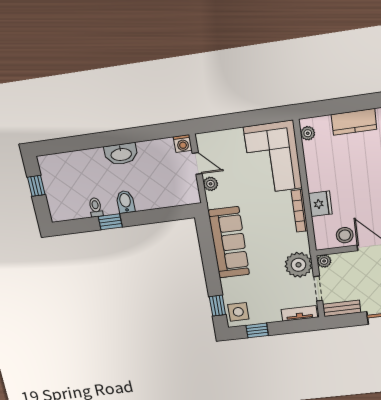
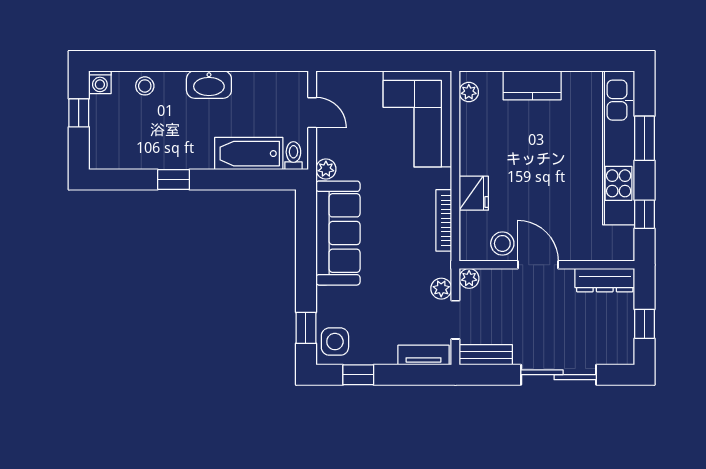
washing machine: (183, 144) -> (100, 82), moved
stool: (77, 161) -> (145, 86), added
plant: (211, 184) -> (326, 169), moved
bathtub: (158, 198) -> (249, 154), added
bidet: (125, 202) -> (201, 153), removed
toilet: (96, 207) -> (293, 156), moved
bookcase: (300, 211) -> (444, 220), moved
plant: (298, 265) -> (441, 289), width x0.53, depth x0.53

